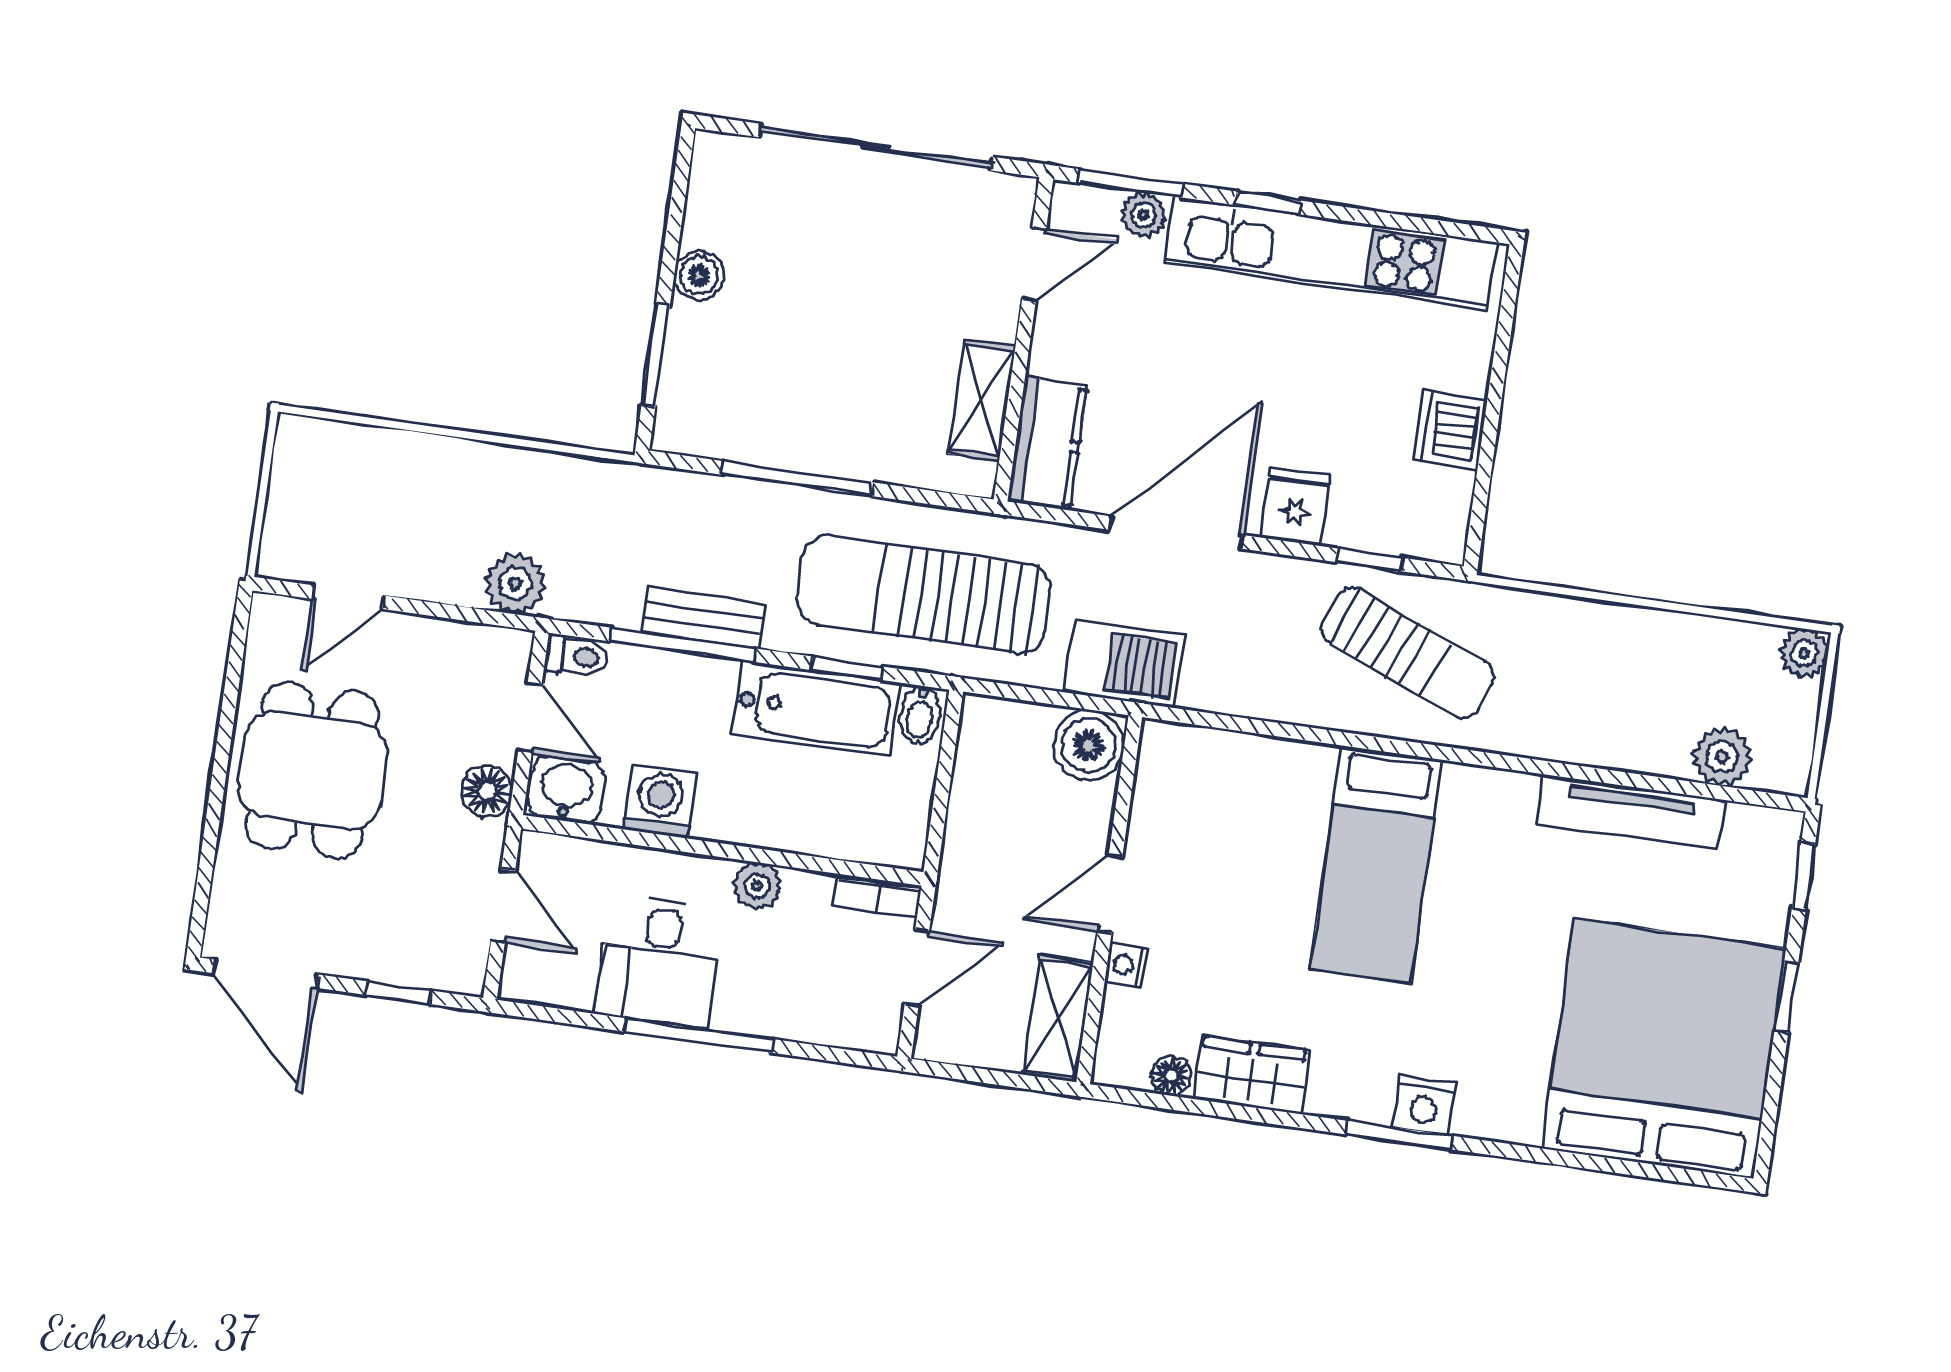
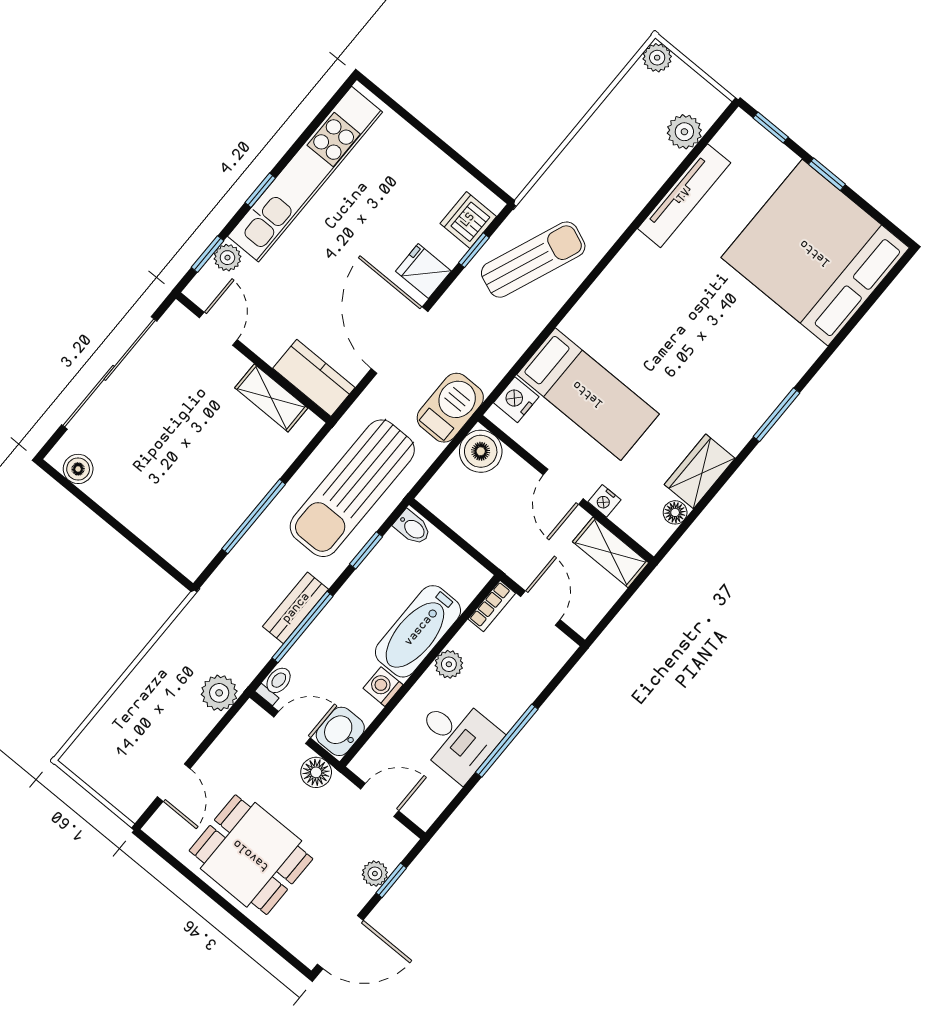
window: (1131, 183) -> (207, 254), width x0.67
boiler: (699, 275) -> (78, 469), moved
window: (656, 355) -> (147, 550), removed
dishwasher: (1450, 430) -> (468, 220), moved, turned 90
bathtub: (815, 709) -> (418, 631), moved, turned 180
washing machine: (660, 802) -> (383, 687), width x0.73, depth x0.73
bed: (1376, 864) -> (588, 394), moved
plant: (394, 963) -> (375, 874), added
nightstand: (1424, 1105) -> (516, 400), moved, turned 180

